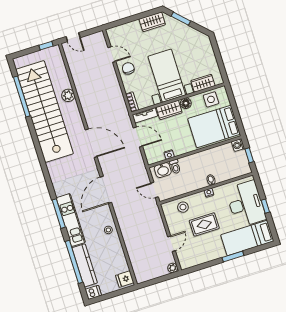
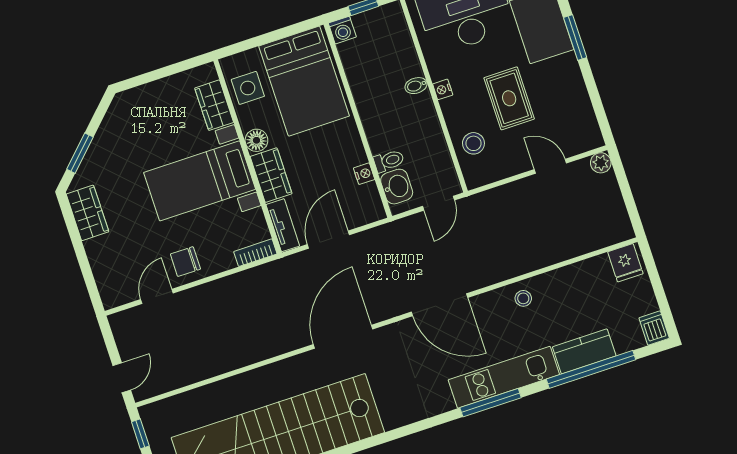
plant: (68, 95) -> (244, 386), removed
kitchen counter: (85, 265) -> (584, 351), width x0.67

